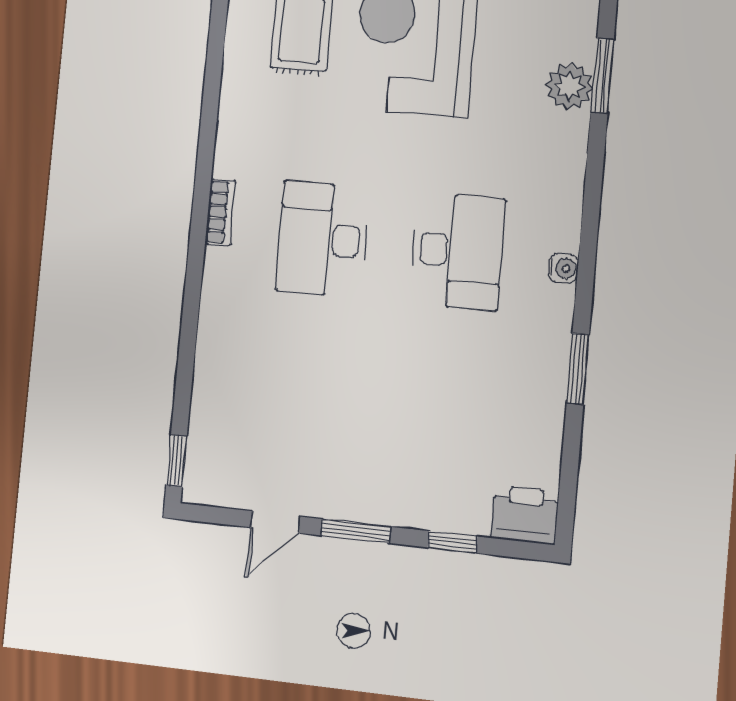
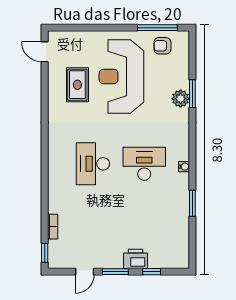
bookcase: (221, 212) -> (53, 227), moved
desk: (457, 251) -> (144, 164), turned -90
printer: (525, 515) -> (136, 259), moved

